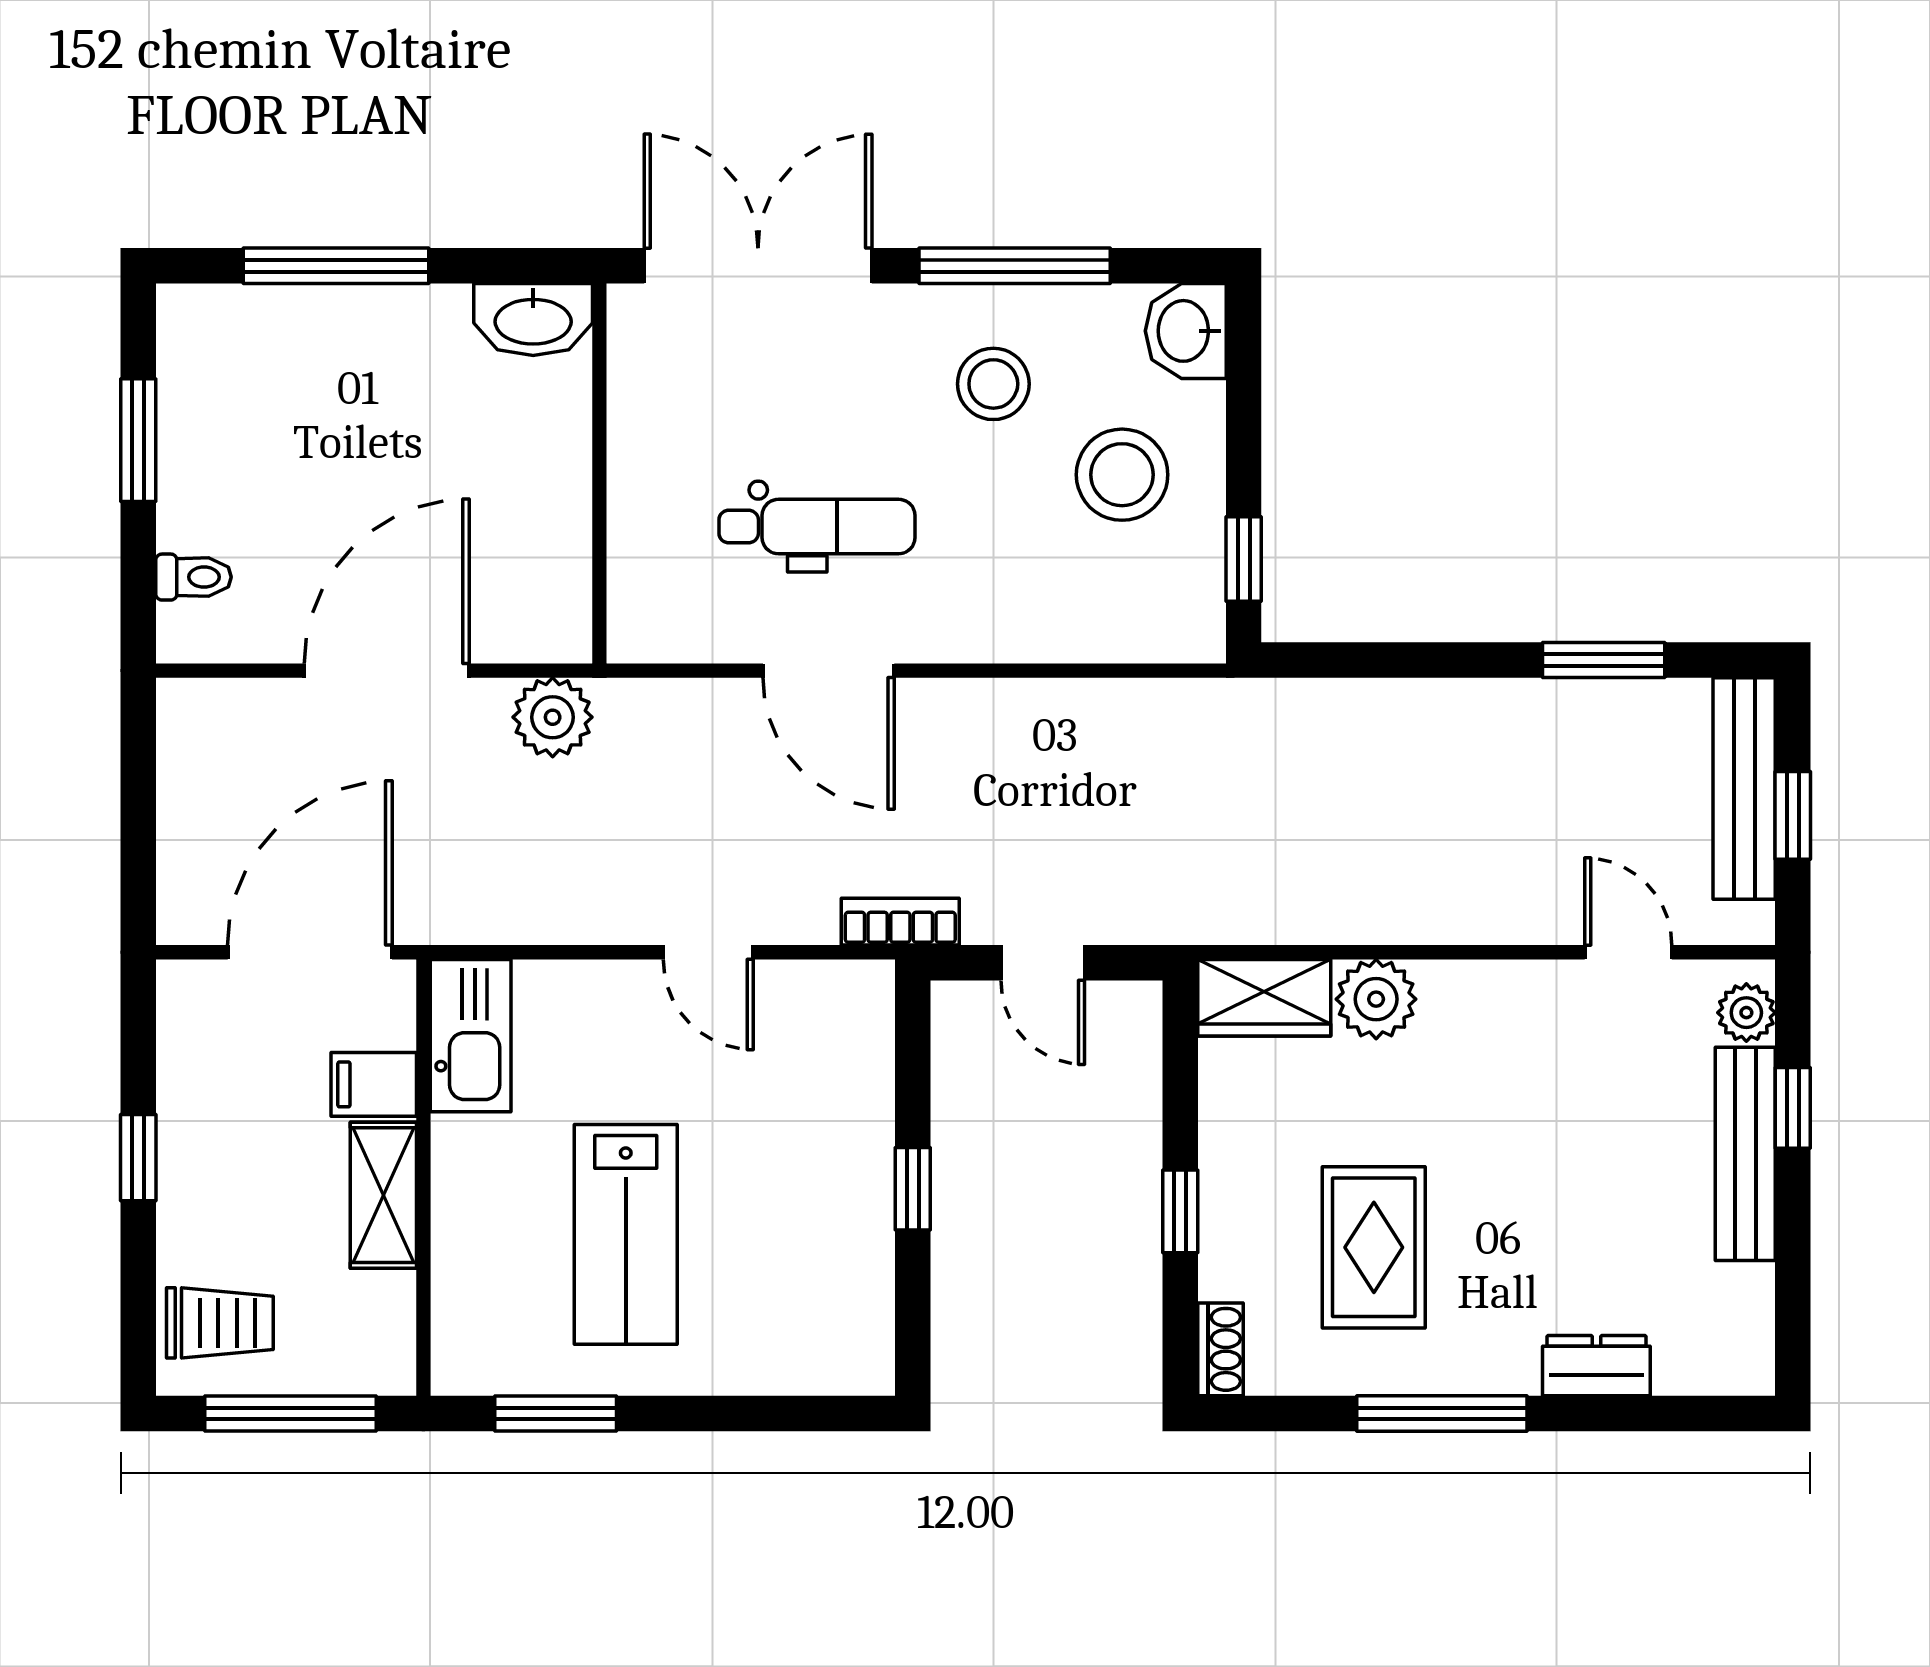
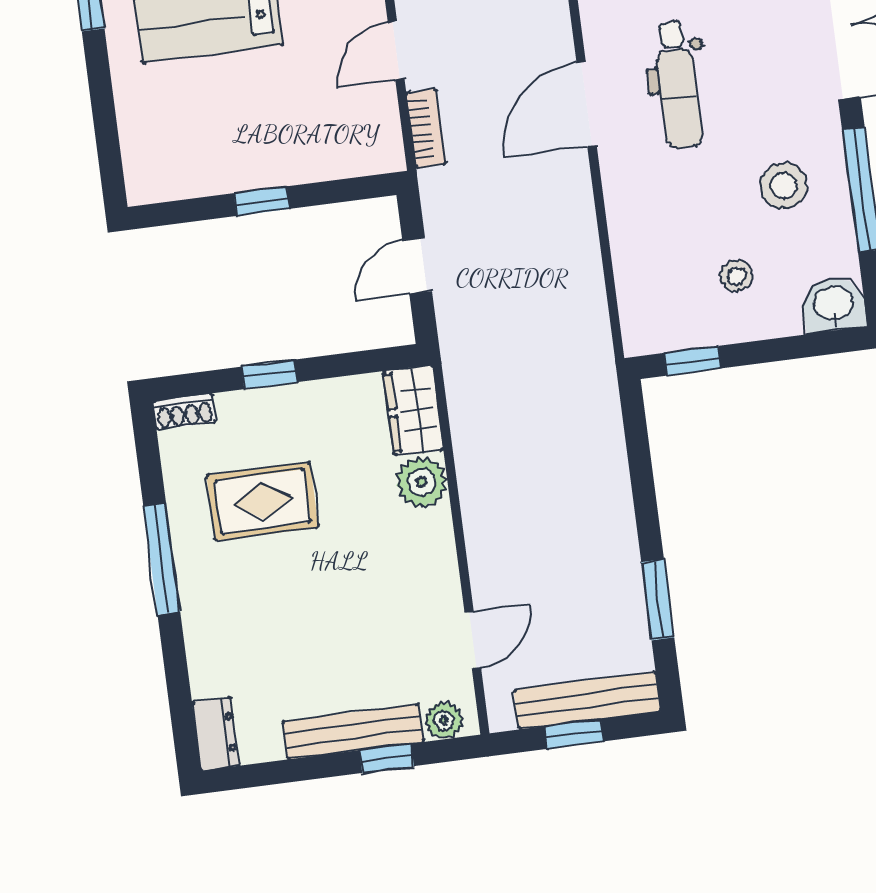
stool: (1122, 475) -> (736, 276), width x0.53, depth x0.53
bookcase: (900, 922) -> (426, 128), moved
dresser: (1596, 1366) -> (216, 734), moved

